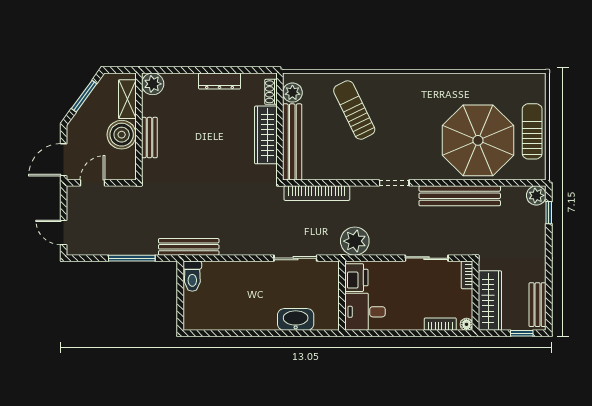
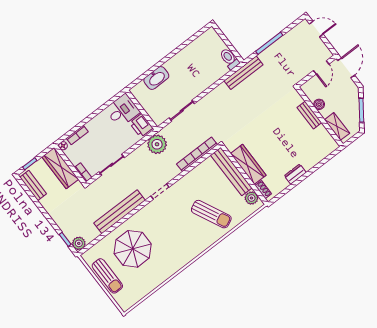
dresser: (220, 81) -> (295, 174), width x0.70
plant: (153, 84) -> (330, 145), removed
boiler: (122, 135) -> (319, 104), width x0.54, depth x0.54
parasol: (478, 140) -> (133, 249), width x0.73, depth x0.73

